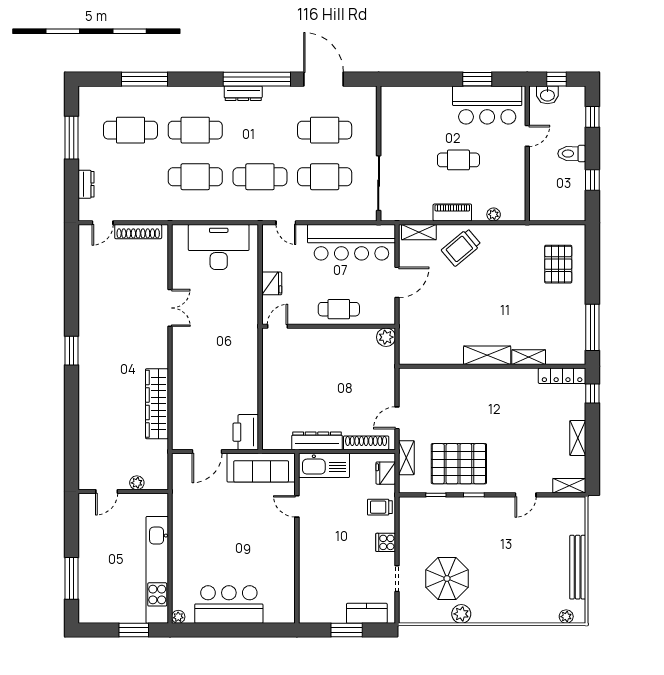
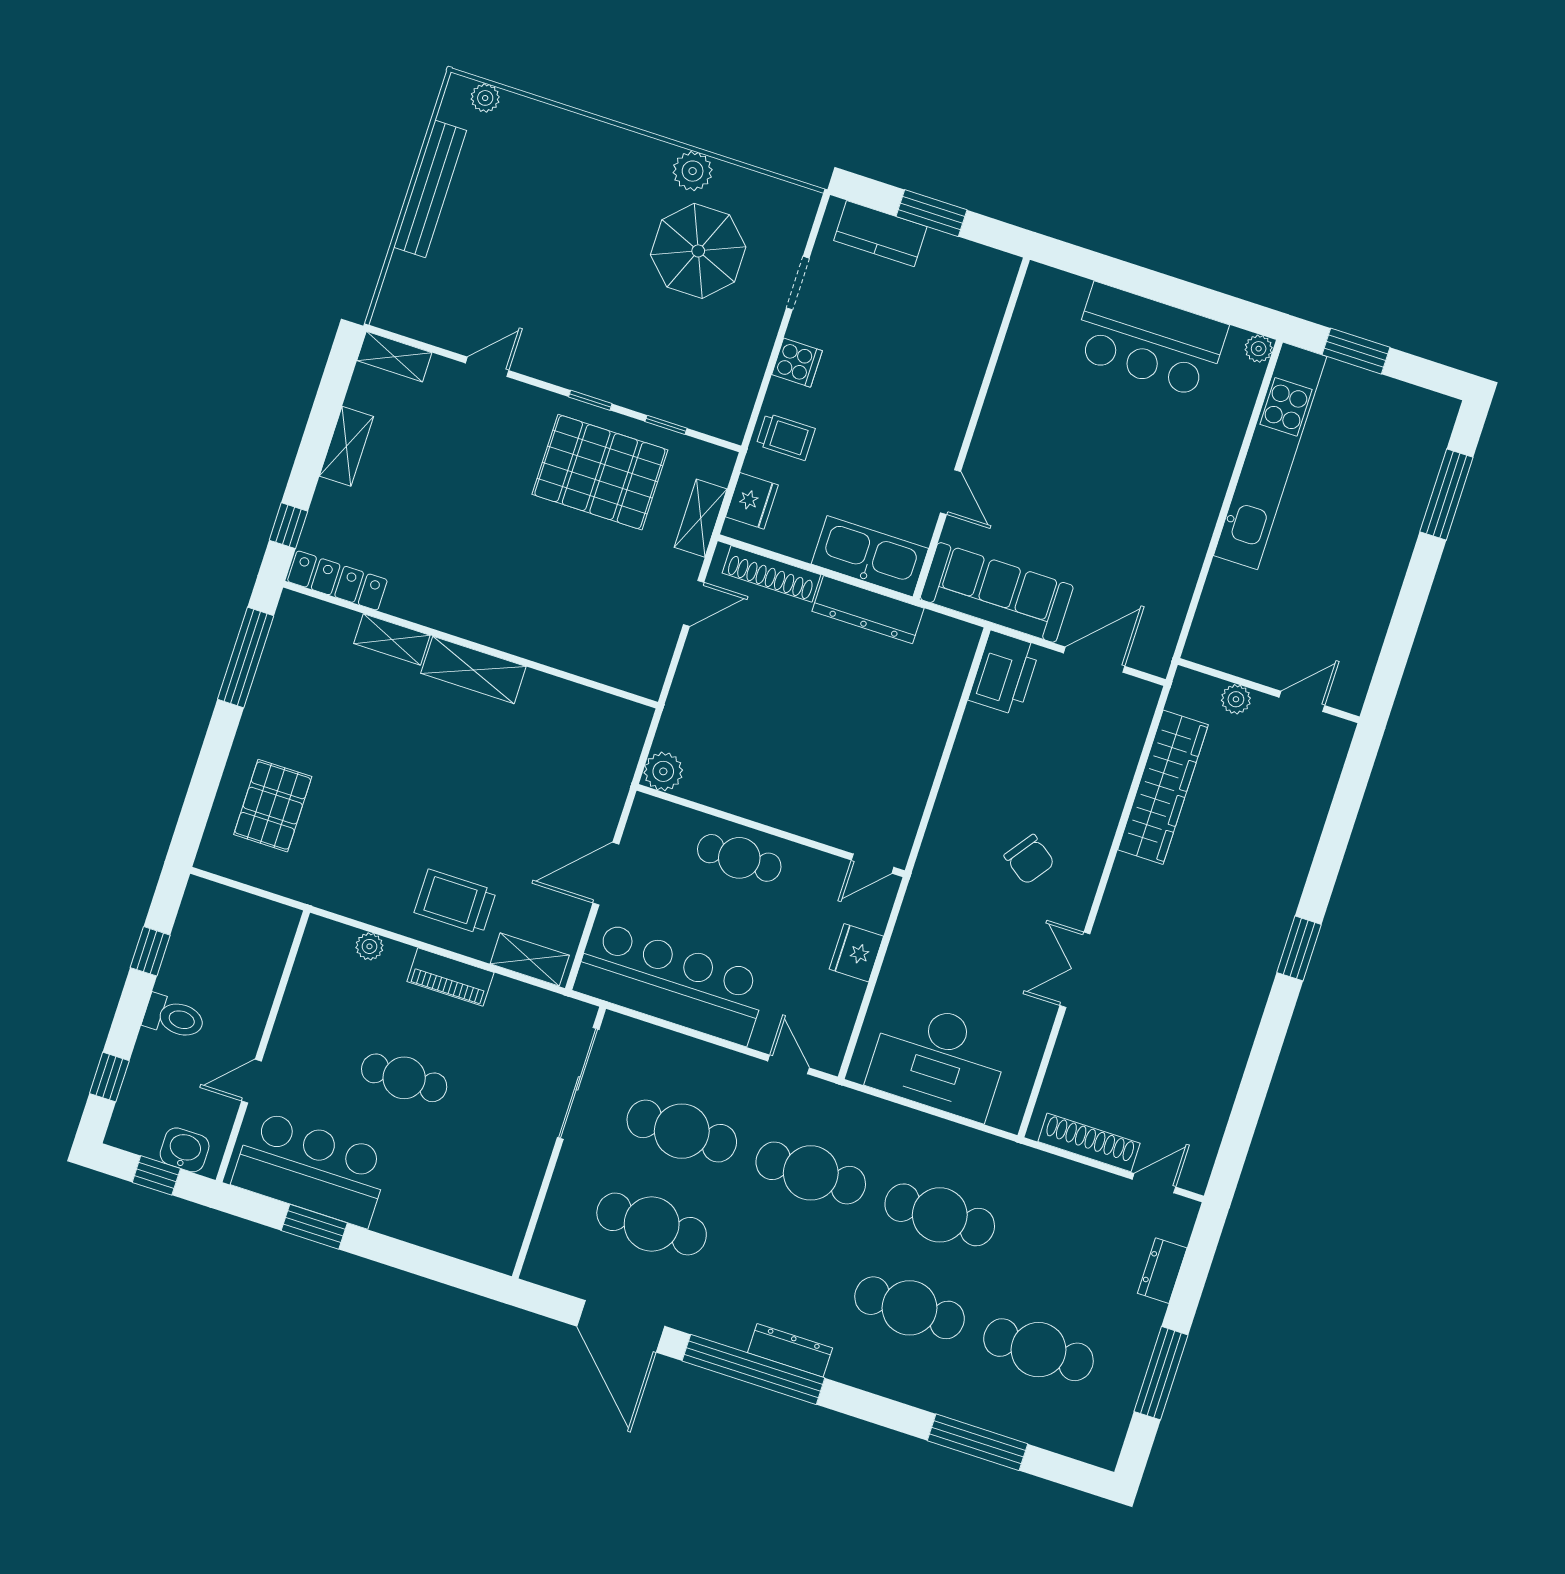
trolley: (461, 247) -> (455, 902), turned -140
chair: (207, 351) -> (1029, 859), added
plant: (137, 483) -> (1236, 699), moved
door: (107, 492) -> (1302, 701), moved
wall: (123, 492) -> (1269, 691), moved

